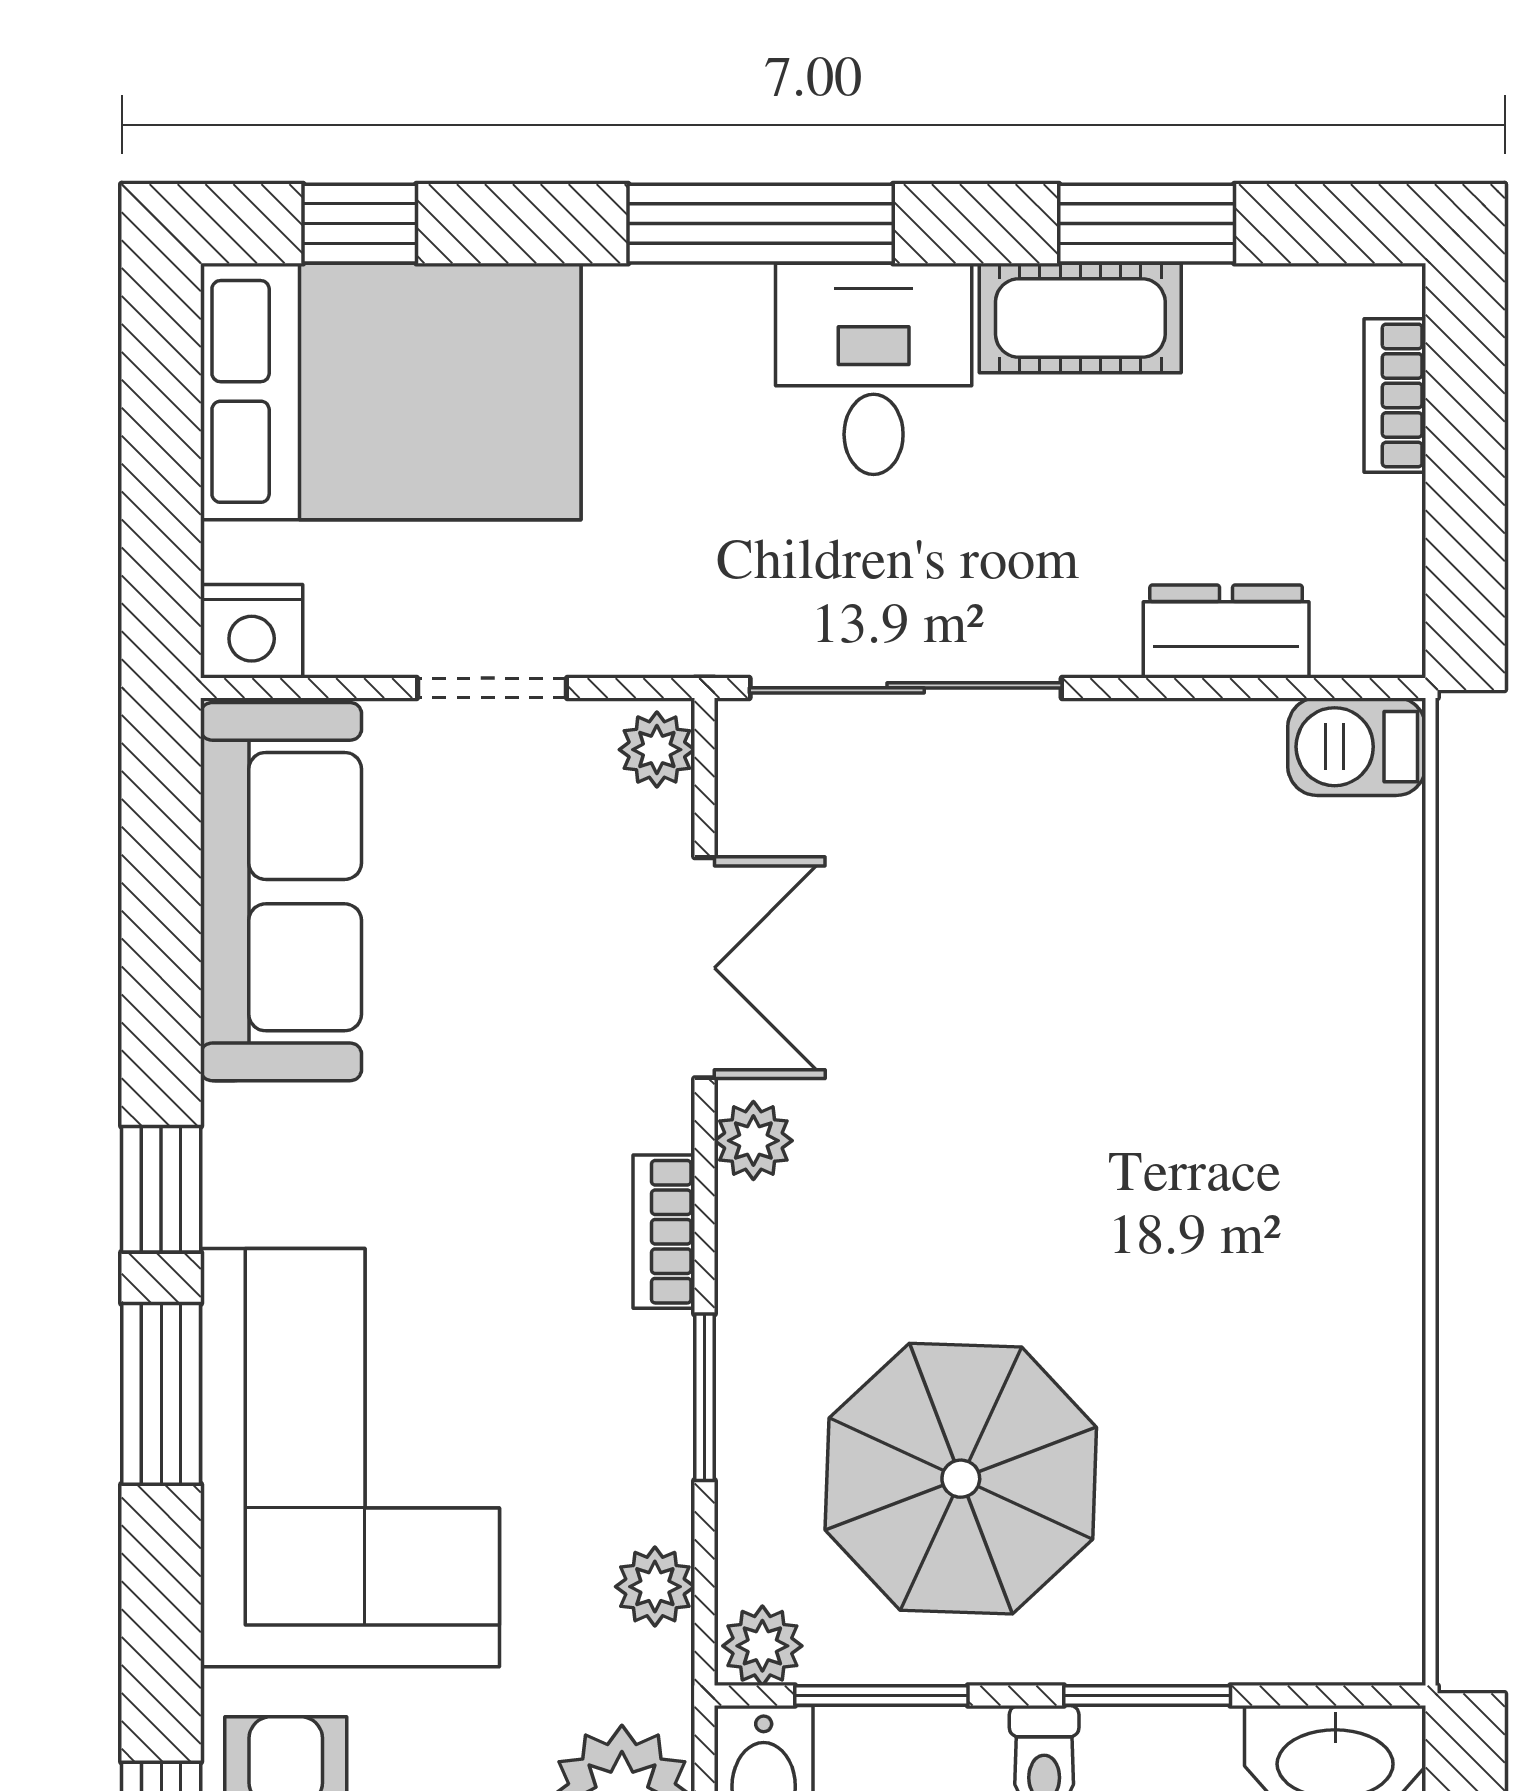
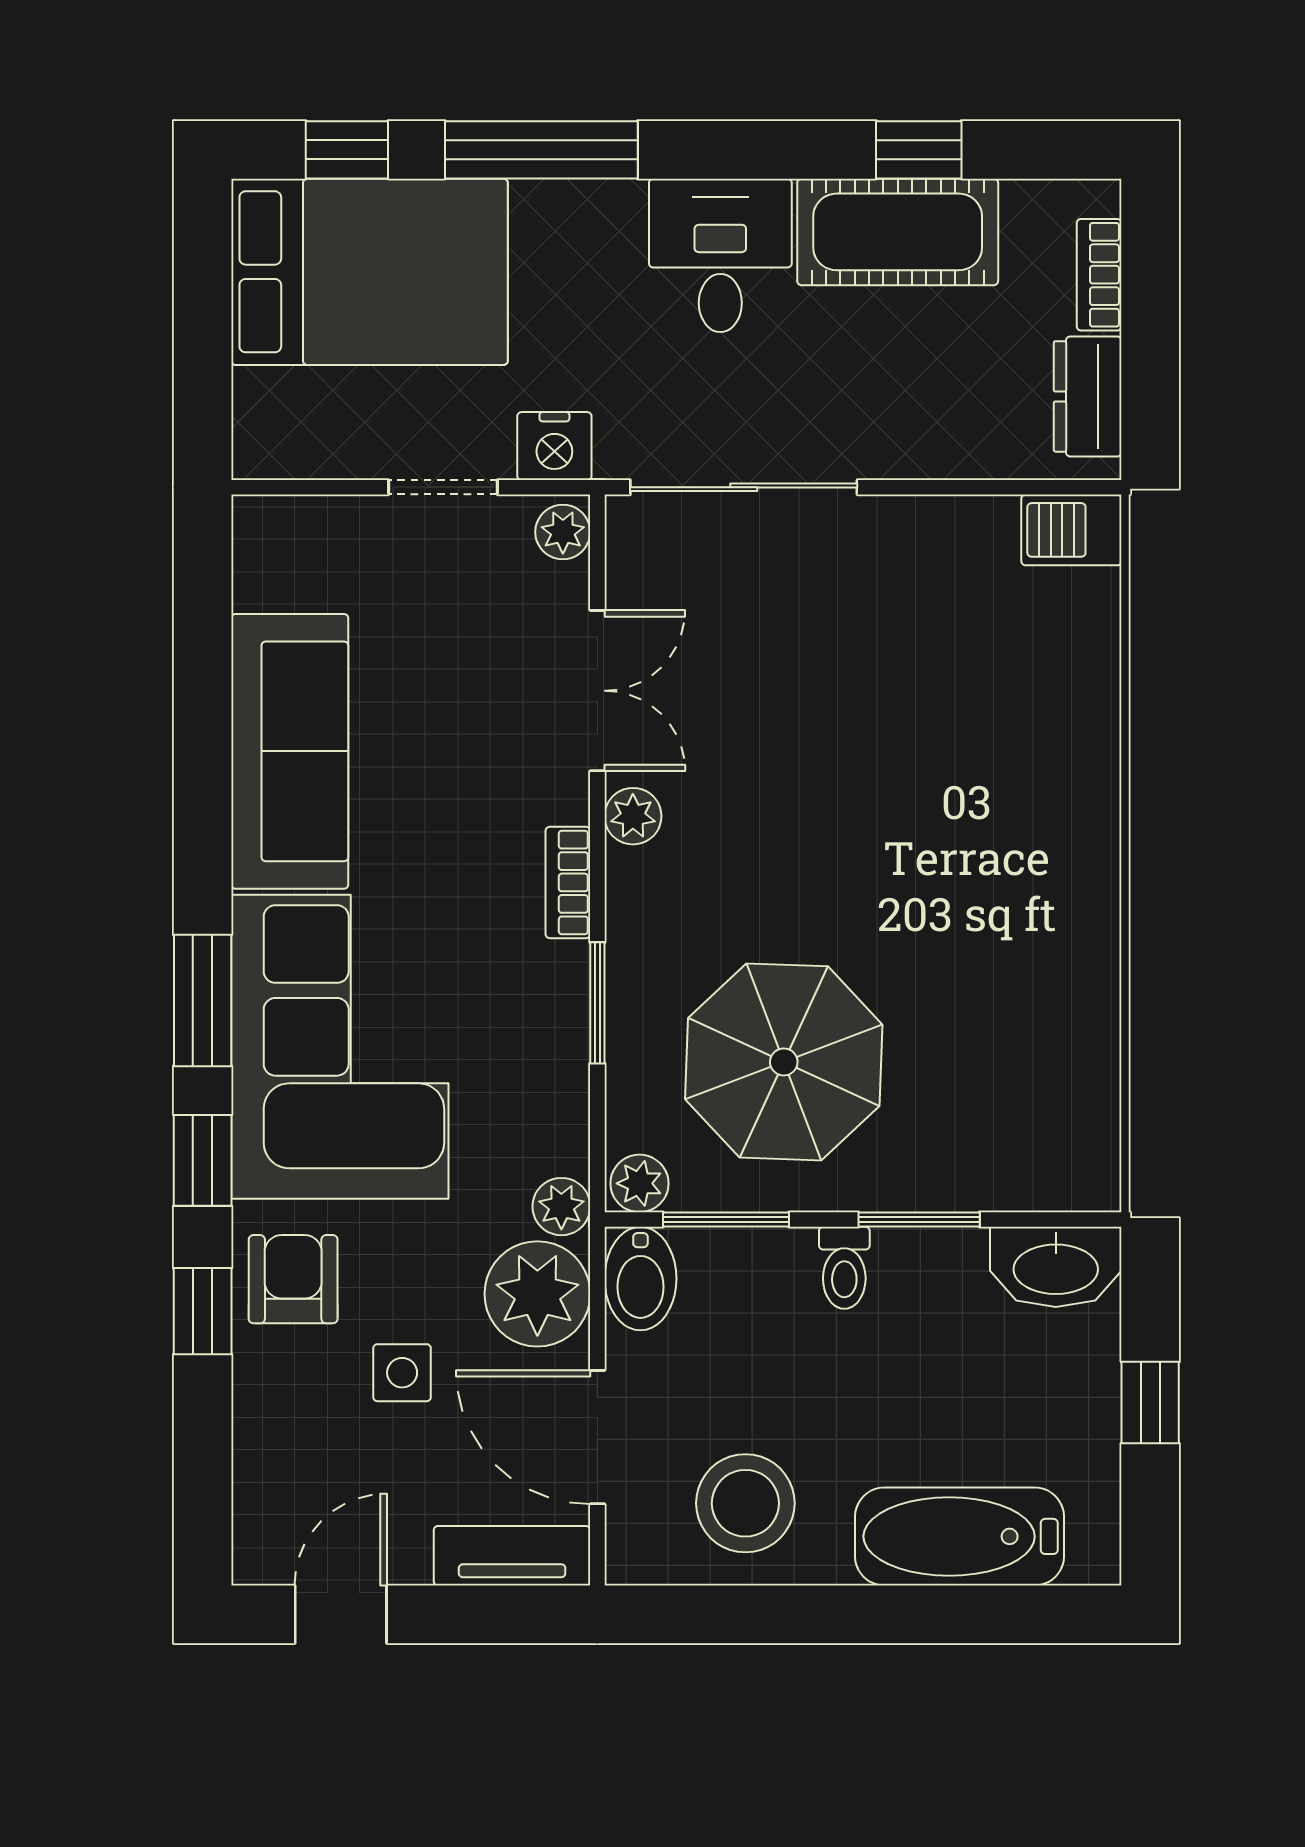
window: (761, 224) -> (541, 150), moved
window: (1147, 224) -> (919, 150), width x0.67
cot: (1080, 318) -> (898, 232), width x1.37, depth x1.34
nightstand: (252, 631) -> (554, 446), moved
dresser: (1226, 631) -> (1088, 396), moved, turned -90
sofa: (281, 892) -> (290, 751), moved
window: (161, 1189) -> (203, 1160), moved
plant: (655, 1587) -> (561, 1207), moved

